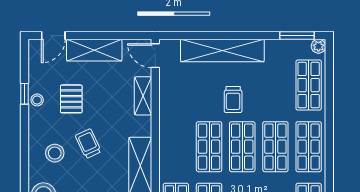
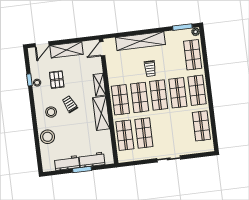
door: (155, 56) -> (102, 49), hinge flipped
shelving: (143, 96) -> (99, 85), moved
shop shelf: (176, 147) -> (120, 100), added

